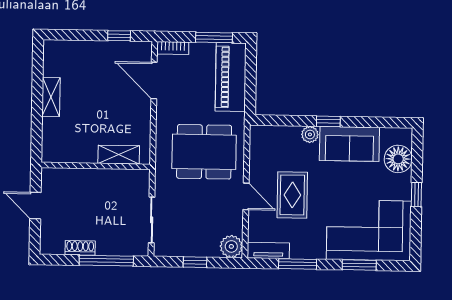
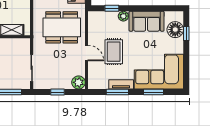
window: (328, 121) -> (112, 8), moved
window: (416, 195) -> (186, 33), moved
tv unit: (268, 250) -> (121, 84), moved

